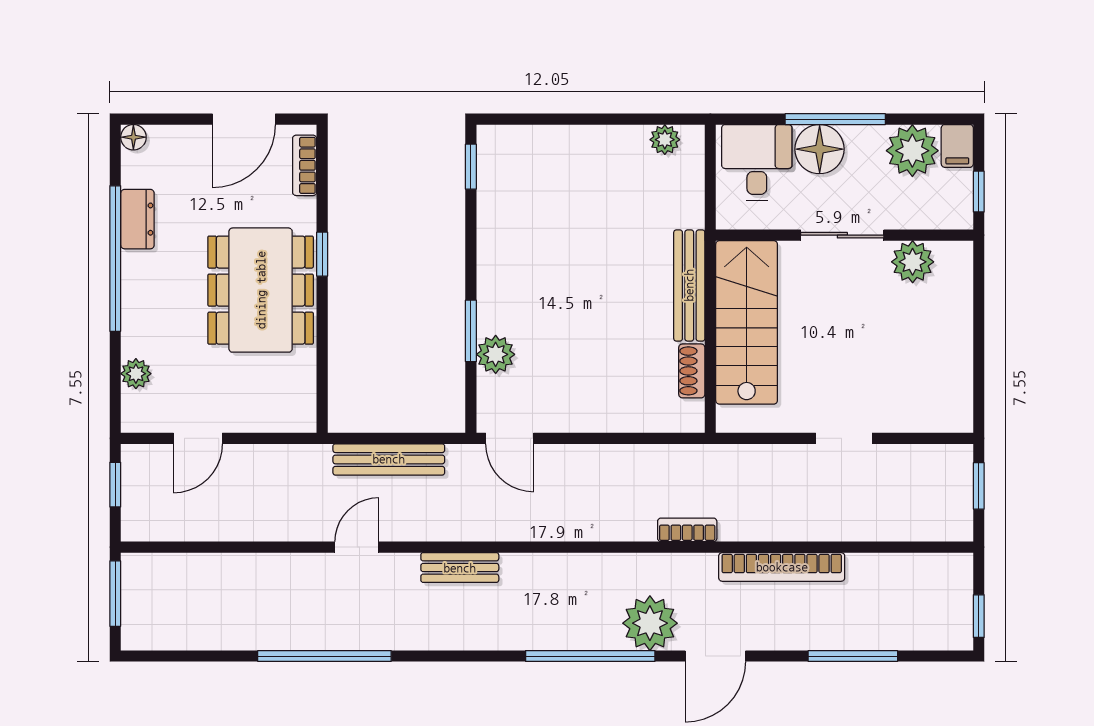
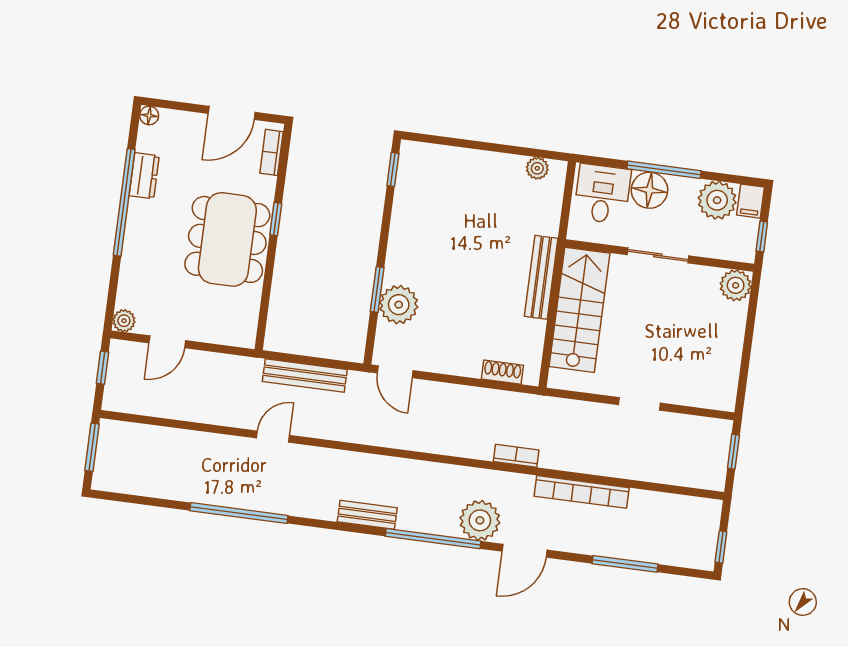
plant: (913, 262) -> (736, 285), moved
plant: (496, 354) -> (399, 305), width x1.36, depth x1.36
shoe rack: (692, 371) -> (502, 372), moved, turned 90
plant: (136, 374) -> (124, 321), moved
bench: (460, 568) -> (367, 515), moved

